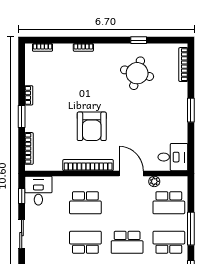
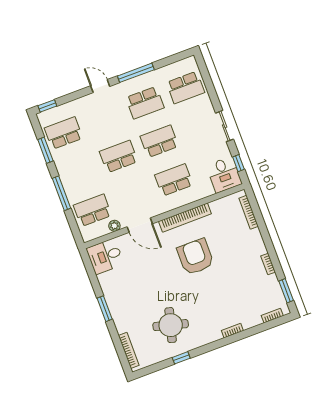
window: (22, 116) -> (286, 291), moved
school desk: (85, 242) -> (159, 141), turned 180
school desk: (169, 242) -> (78, 172), removed

